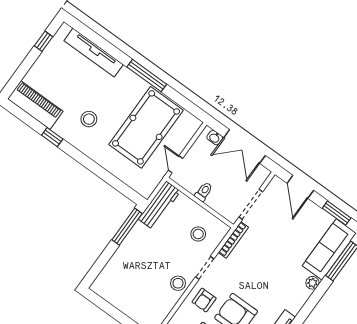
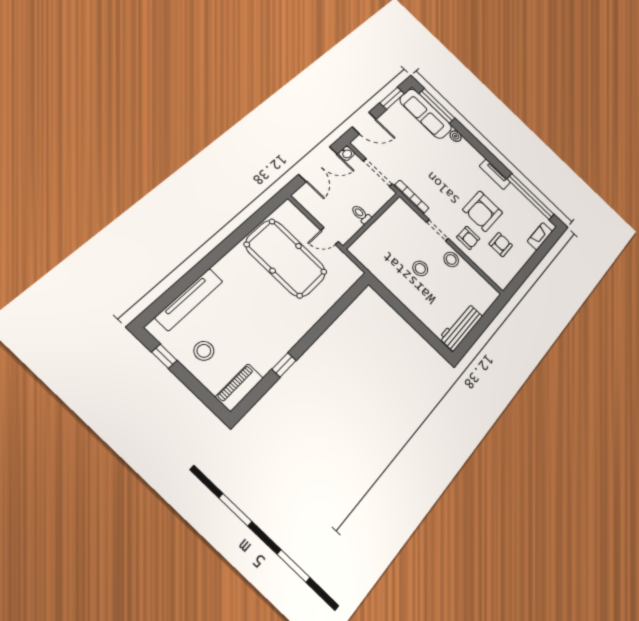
window: (147, 76) -> (227, 245), removed
piano: (35, 105) -> (239, 388), width x0.73, depth x0.75
stool: (89, 119) -> (204, 351), moved
washbasin: (215, 138) -> (347, 153), moved
workbench: (159, 205) -> (461, 327), moved, turned -90
window: (127, 227) -> (391, 300), removed
stool: (198, 234) -> (420, 268), moved

